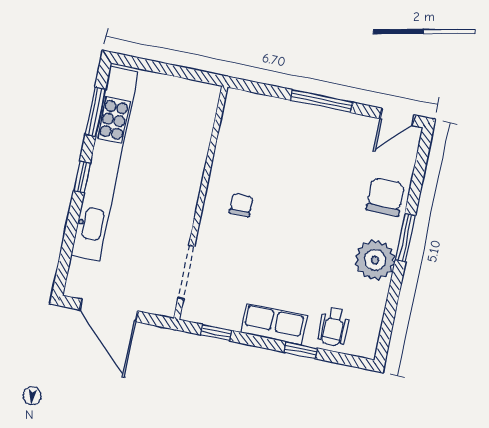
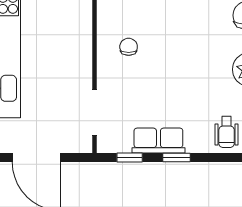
row of seats: (274, 324) -> (158, 141), moved
window: (301, 350) -> (177, 158), moved

